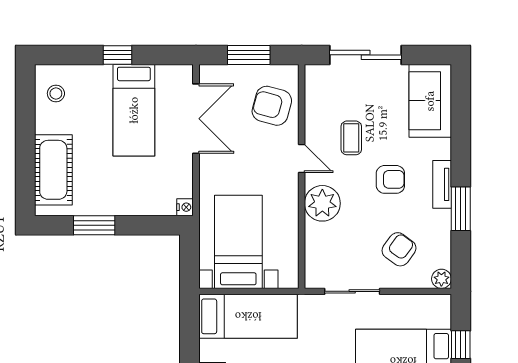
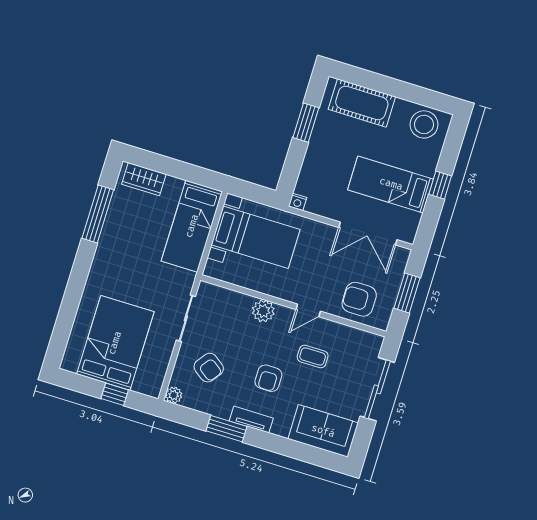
stool: (56, 93) -> (424, 124), width x1.89, depth x1.89
armchair: (272, 106) -> (359, 299), turned -105
plant: (322, 203) -> (263, 311), width x0.73, depth x0.73

